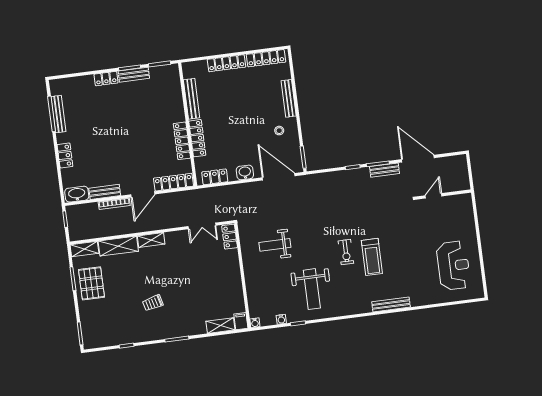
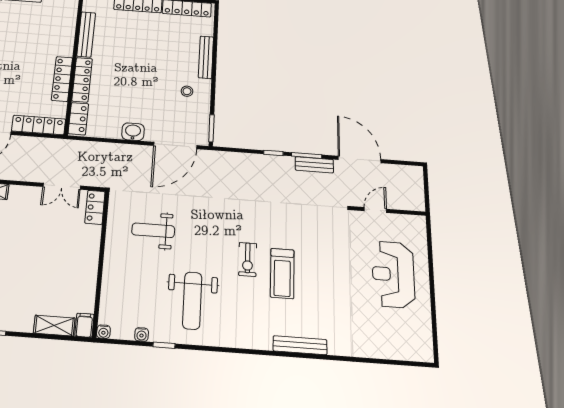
locker: (215, 177) -> (78, 119), moved, turned 90
door: (279, 177) -> (175, 145), swing flipped
reception desk: (453, 266) -> (393, 274), moved, turned 180

